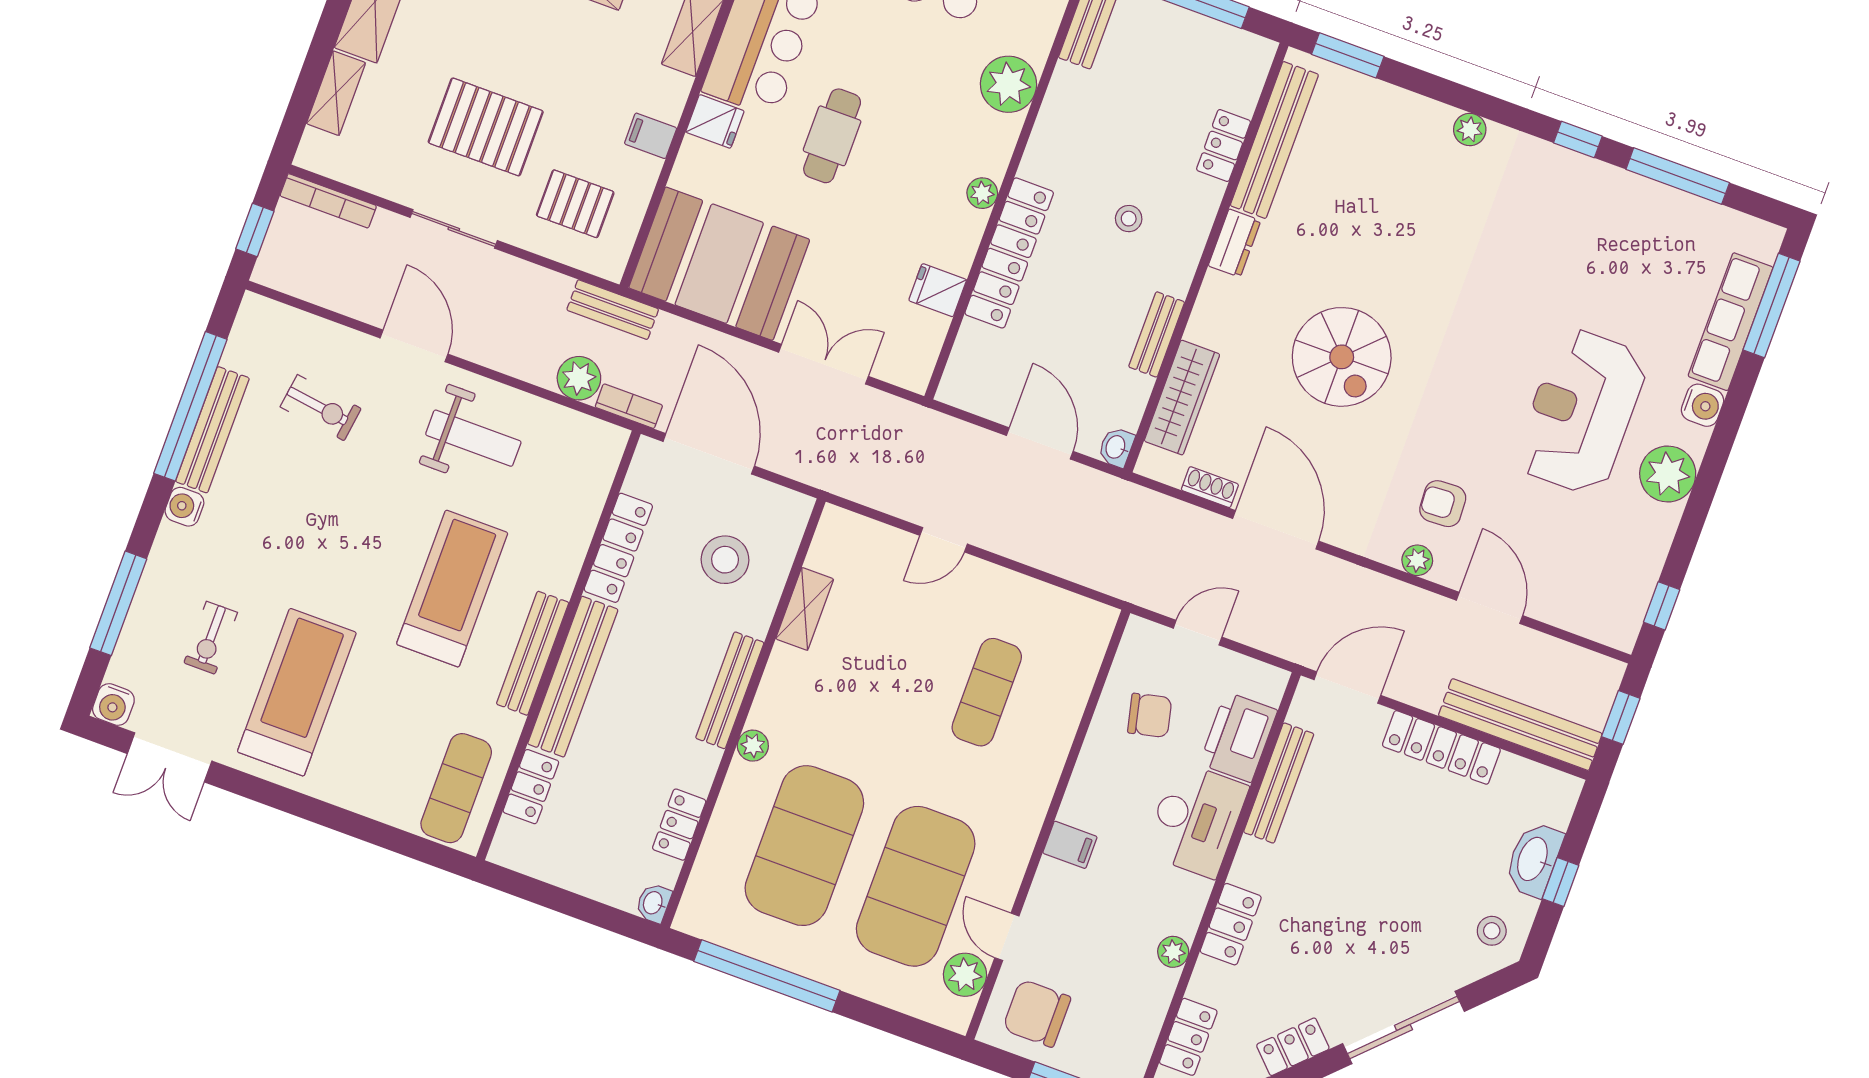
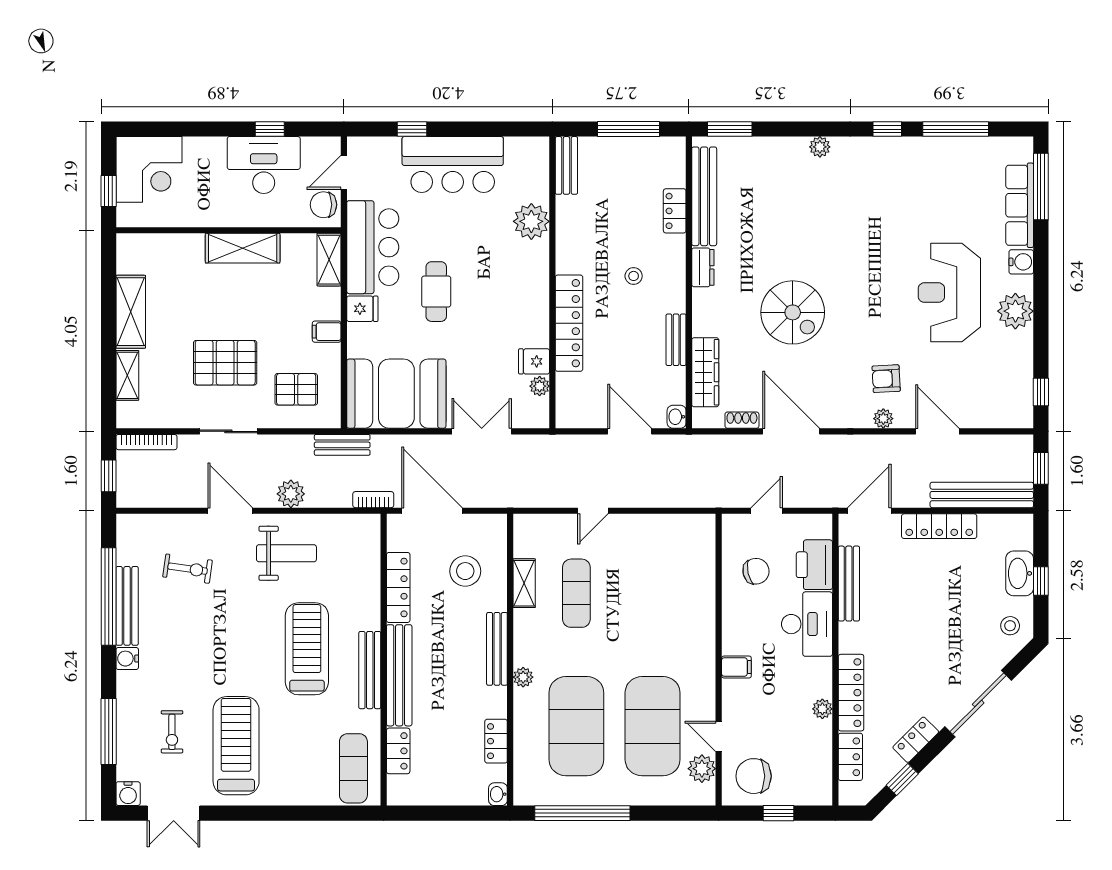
plant: (982, 193) -> (540, 386), moved
plant: (579, 378) -> (291, 494), moved
exercise mat: (987, 692) -> (576, 593), moved
locker: (1231, 924) -> (851, 693), width x1.53

